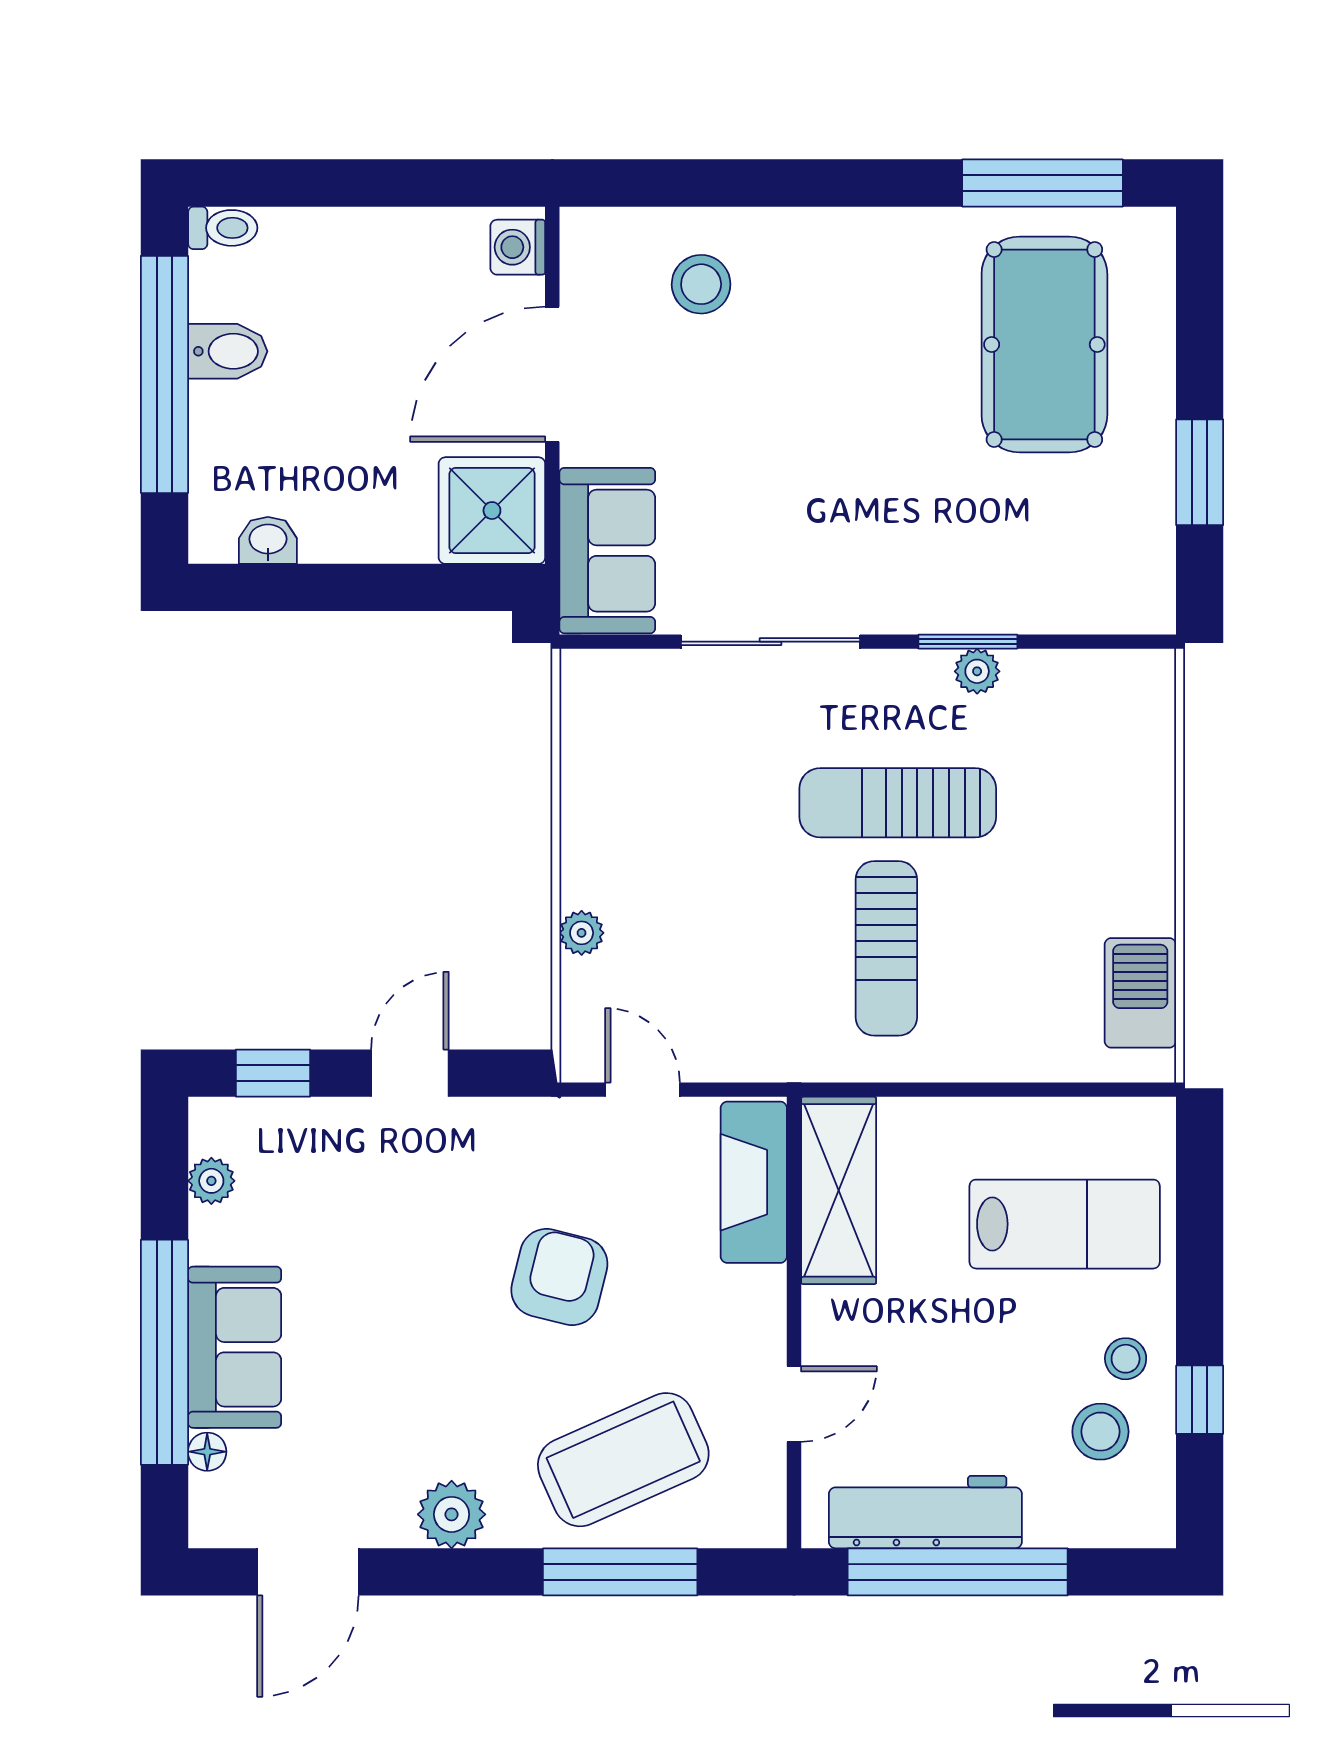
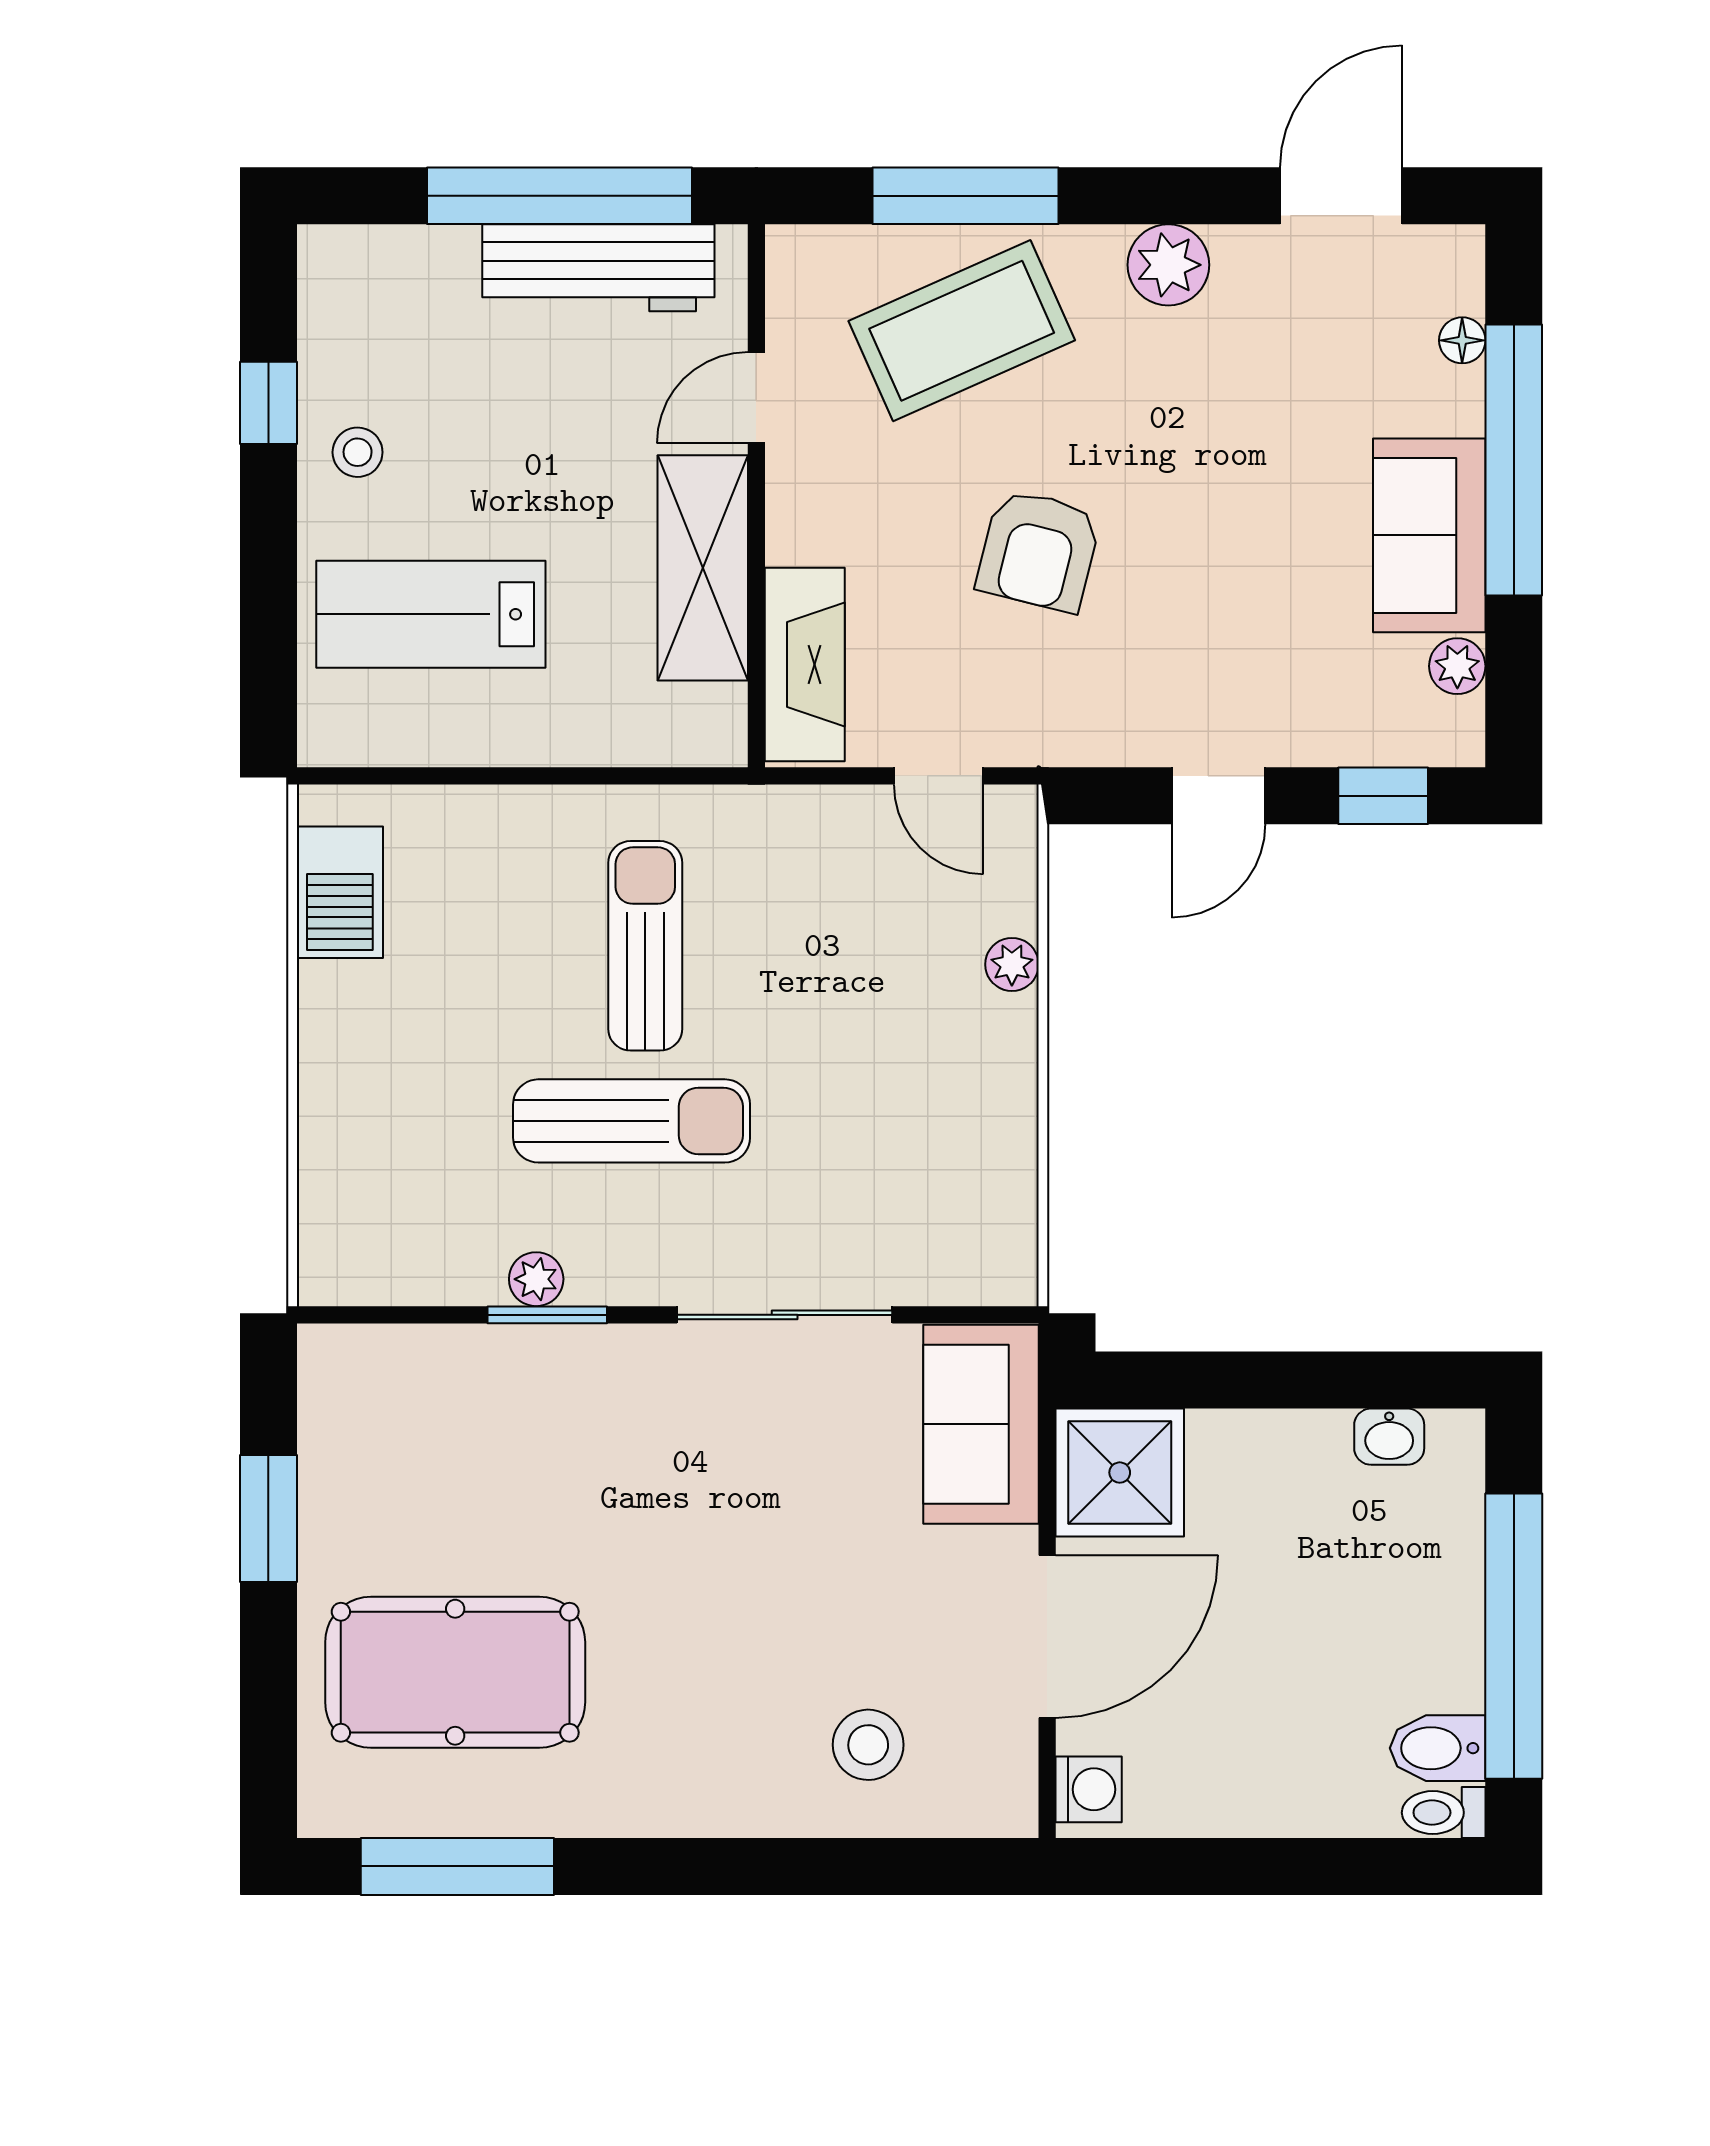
pool table: (1044, 344) -> (455, 1672), turned 90
bidet: (228, 351) -> (1438, 1748), moved
shelving: (839, 1190) -> (703, 568), moved
sofa: (235, 1347) -> (1429, 535), moved
stool: (1100, 1432) -> (388, 365), removed

